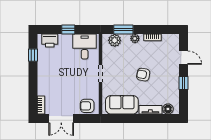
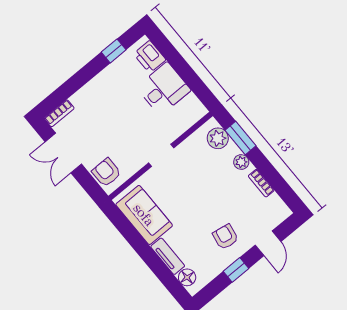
window: (68, 30) -> (183, 69), removed
desk: (85, 46) -> (164, 89), moved
armchair: (143, 75) -> (225, 237), moved

